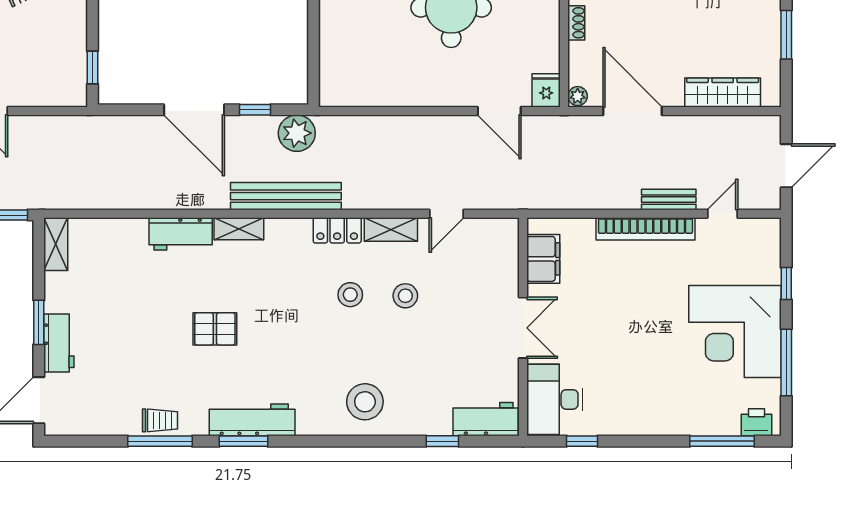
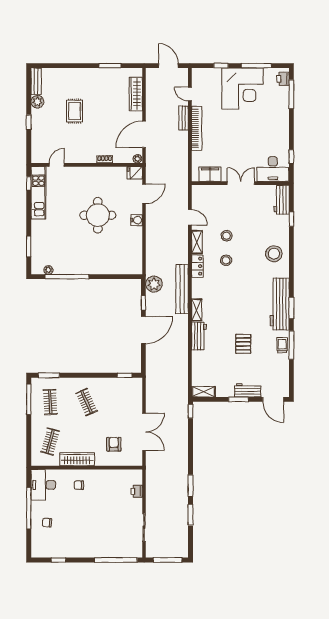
water cooler: (440, 94) -> (137, 220), added
pallet: (215, 329) -> (243, 344), moved
workbench: (252, 420) -> (280, 304), width x1.36, depth x1.32

